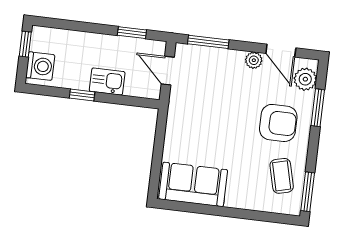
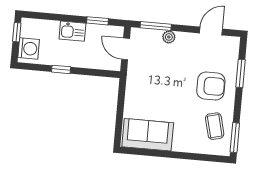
door: (281, 51) -> (211, 31), swing flipped
plant: (254, 60) -> (169, 37), moved
plant: (305, 79) -> (230, 52), removed
kitchen sink: (107, 81) -> (72, 31), moved, turned 180

